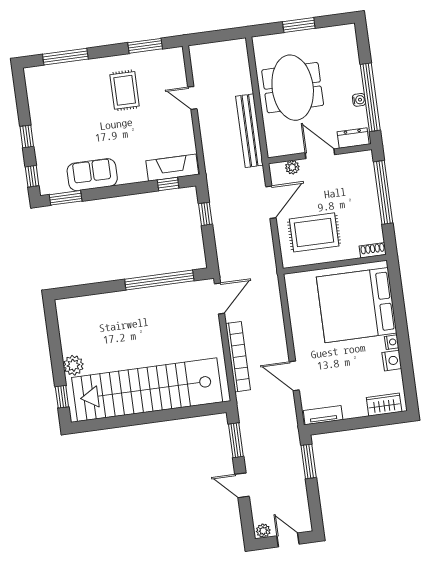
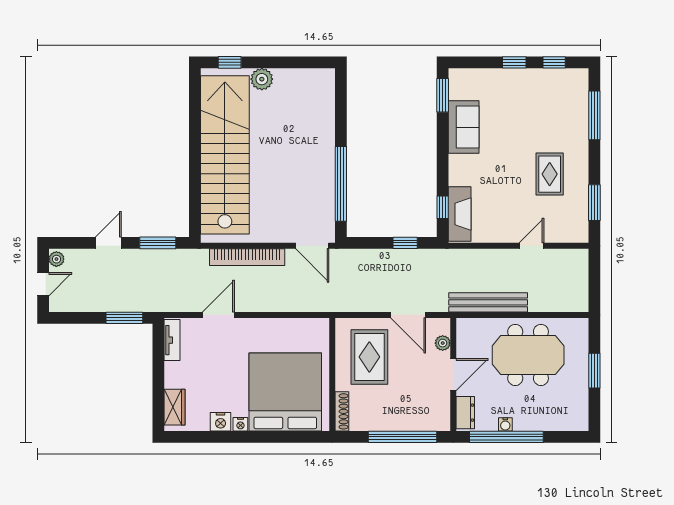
rug: (125, 90) -> (550, 174), turned 90
window: (32, 176) -> (554, 62), moved
shoe rack: (373, 250) -> (342, 411), width x1.43

